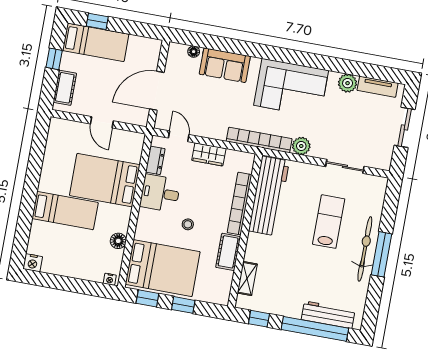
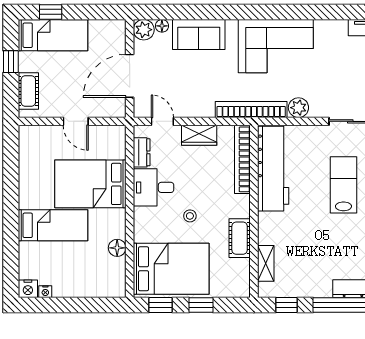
plant: (348, 83) -> (144, 30), moved
bookcase: (239, 204) -> (242, 159), moved
nightstand: (110, 279) -> (45, 292), moved

